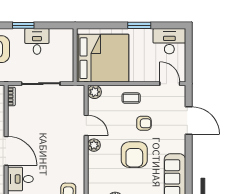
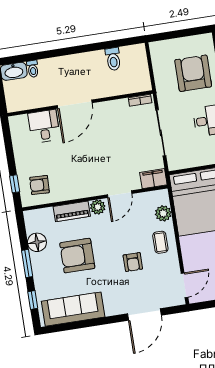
plant: (94, 92) -> (163, 213), moved
filing cabinet: (78, 96) -> (153, 179), added
armchair: (134, 155) -> (77, 256), moved
piano: (94, 167) -> (72, 211), added

